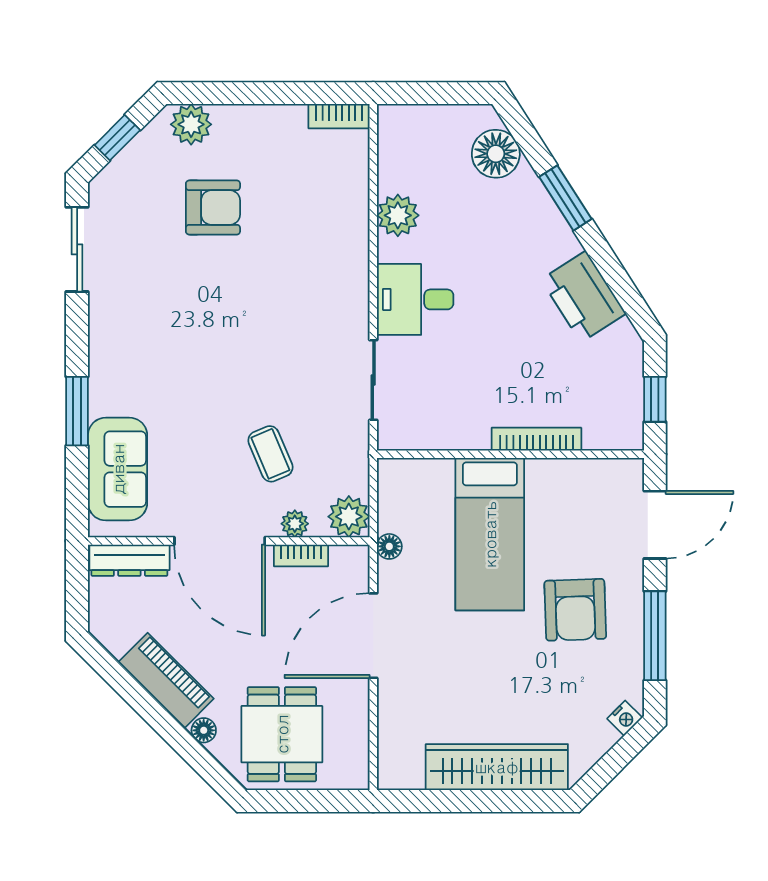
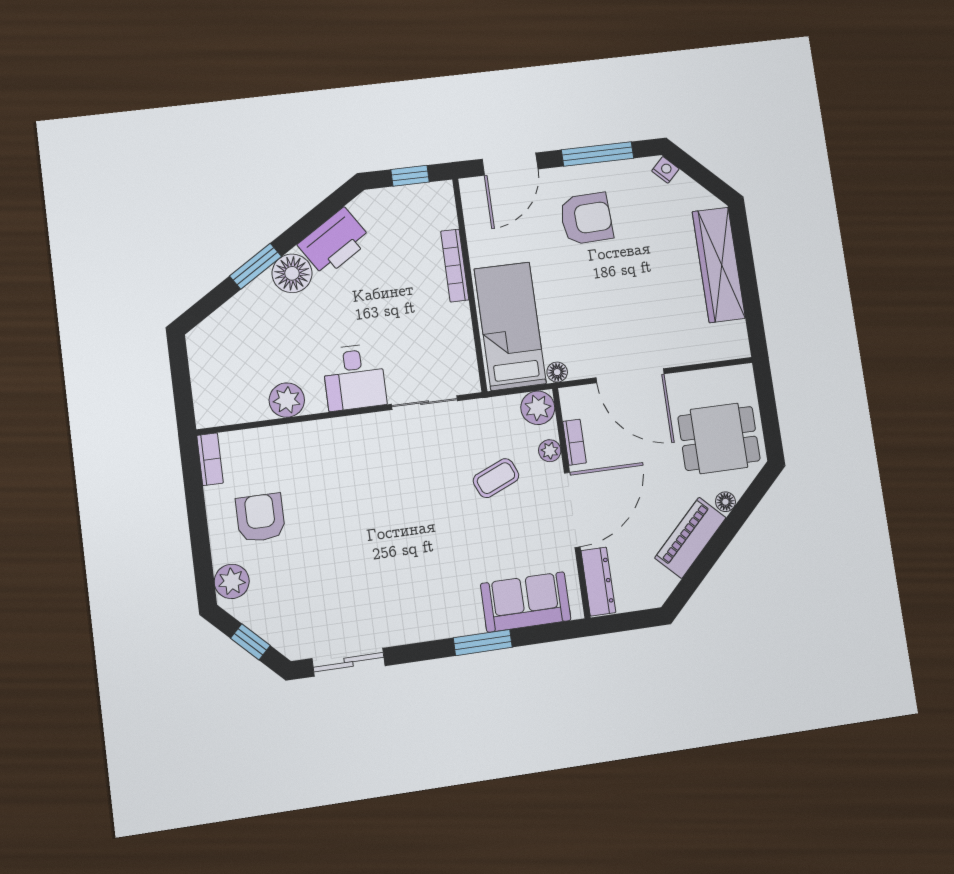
floor lamp: (496, 154) -> (292, 273), moved
armchair: (213, 207) -> (260, 518), moved
door: (655, 525) -> (510, 164), swing flipped
bed: (490, 534) -> (510, 326), moved, turned -90

